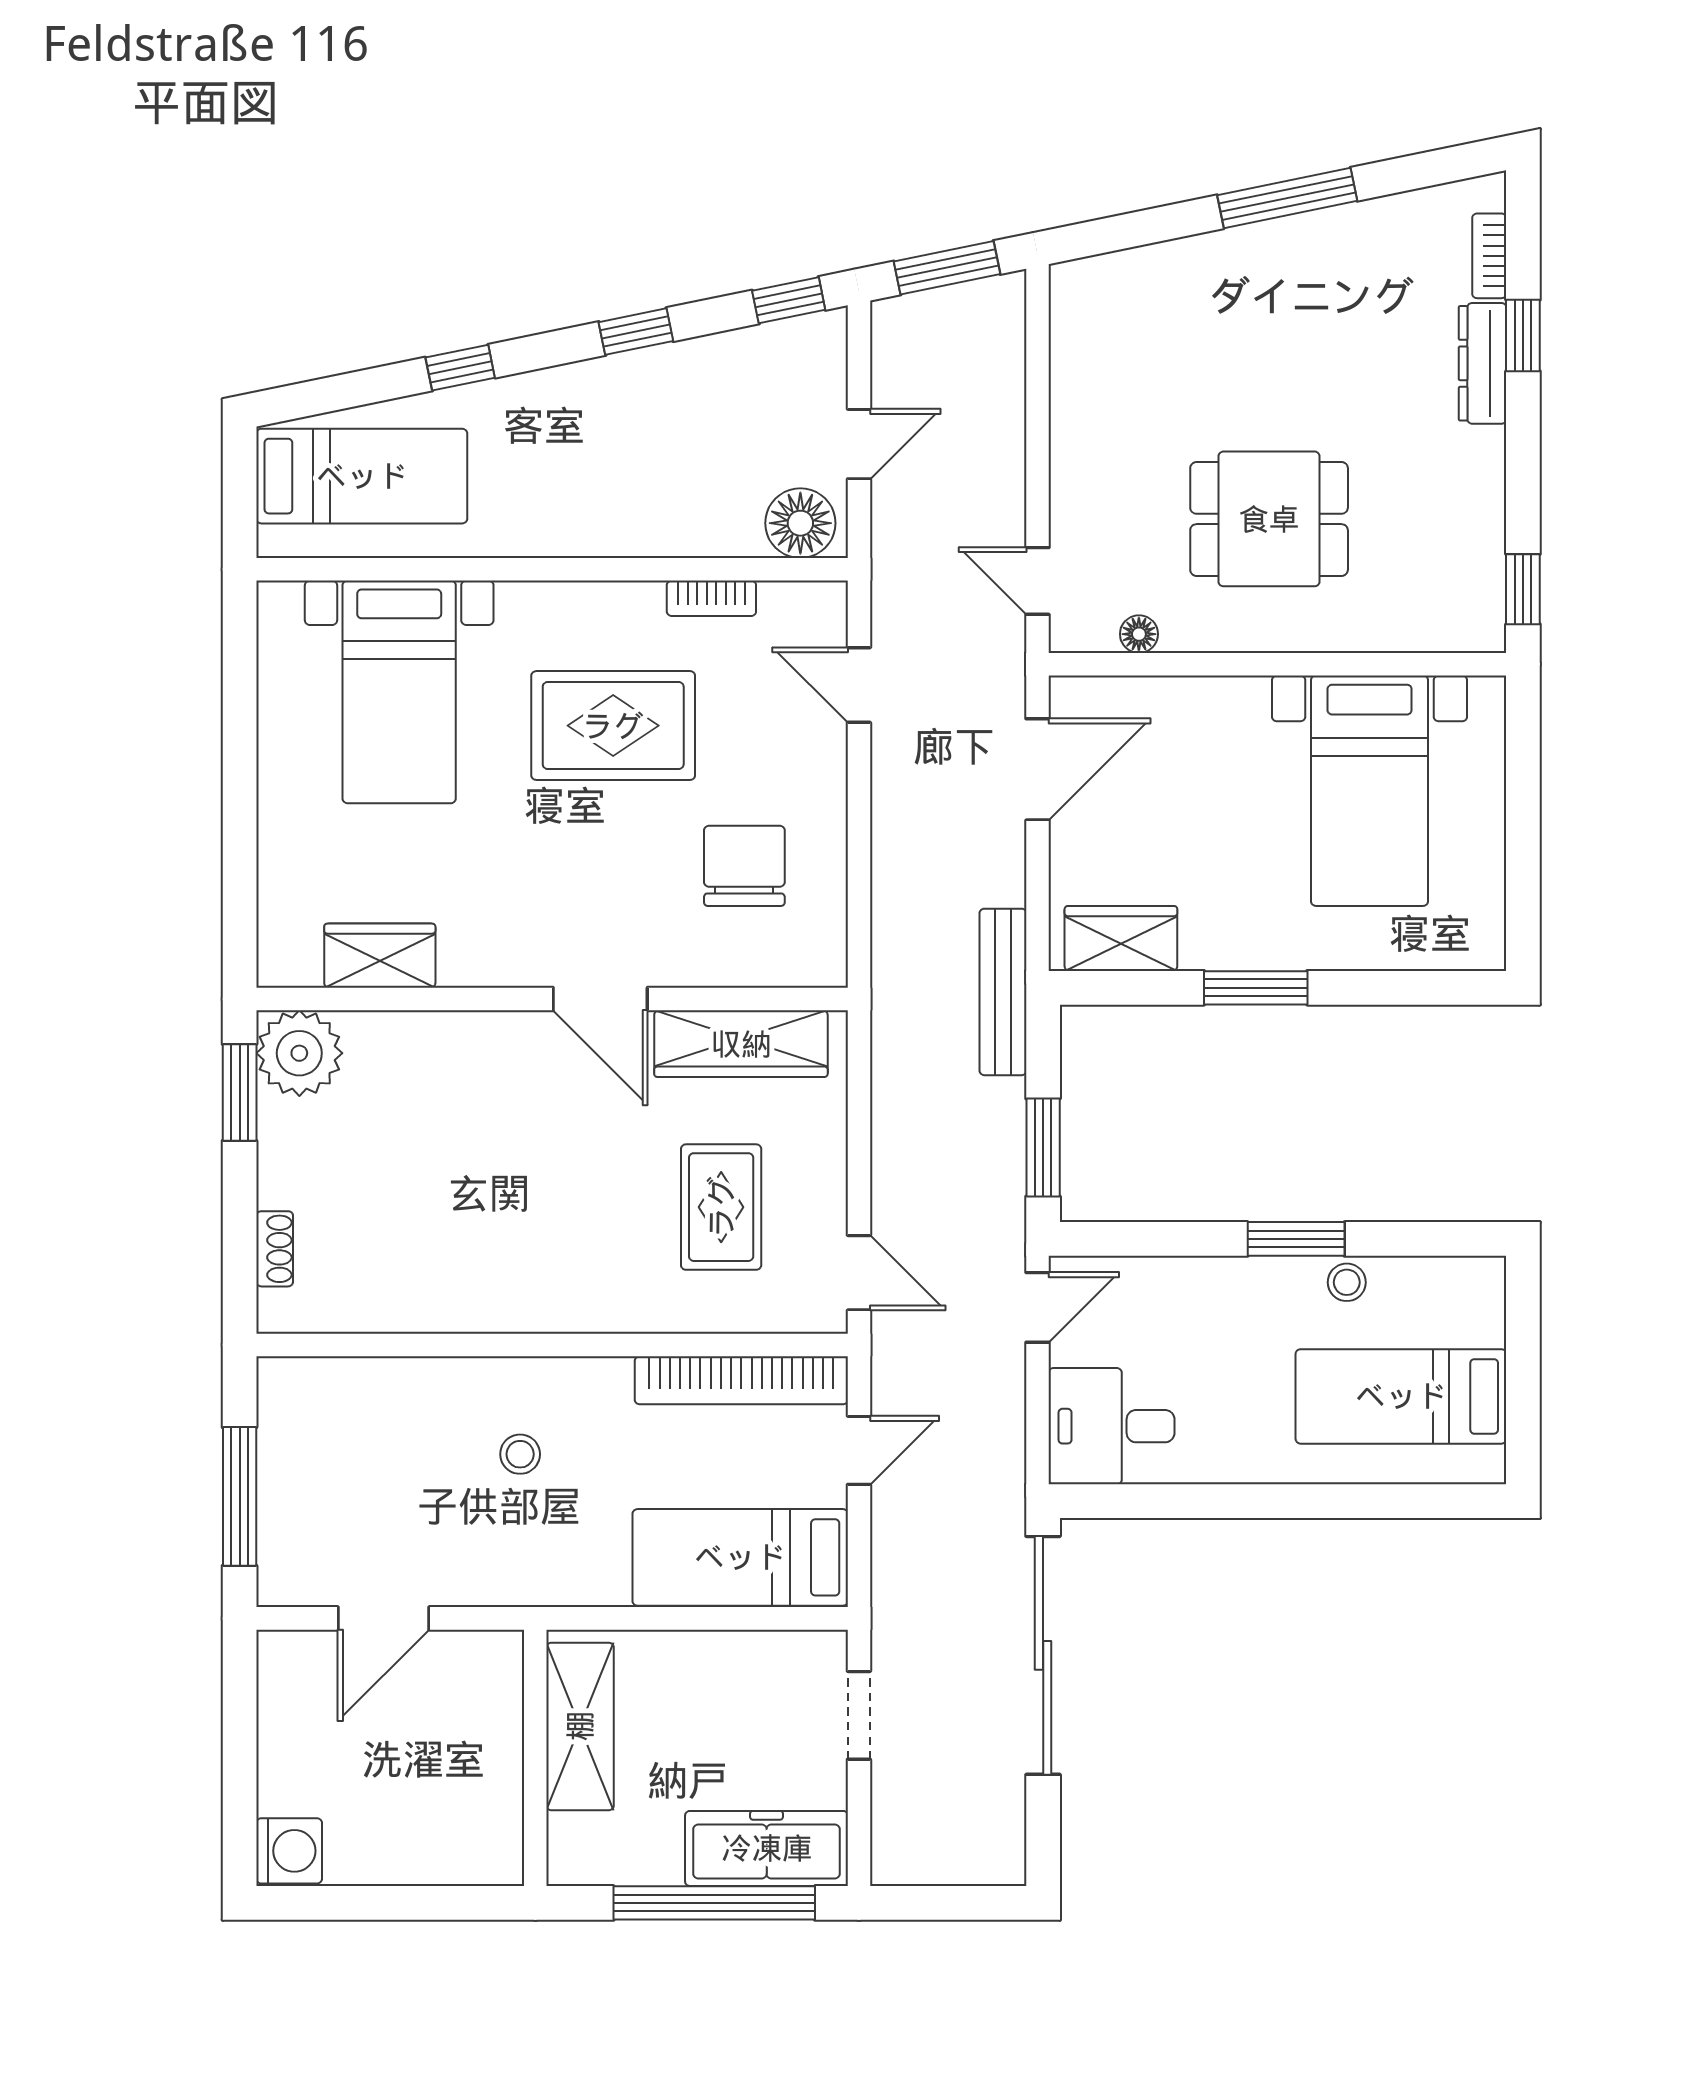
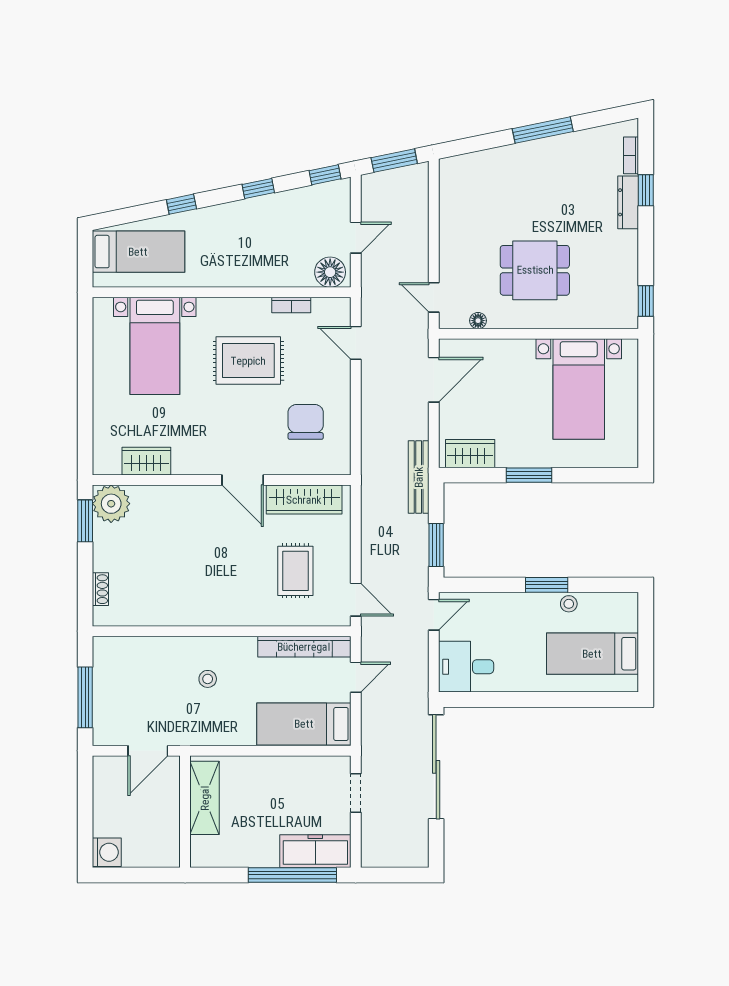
shelving: (580, 1726) -> (205, 798), moved
wall: (535, 1758) -> (185, 812), moved

